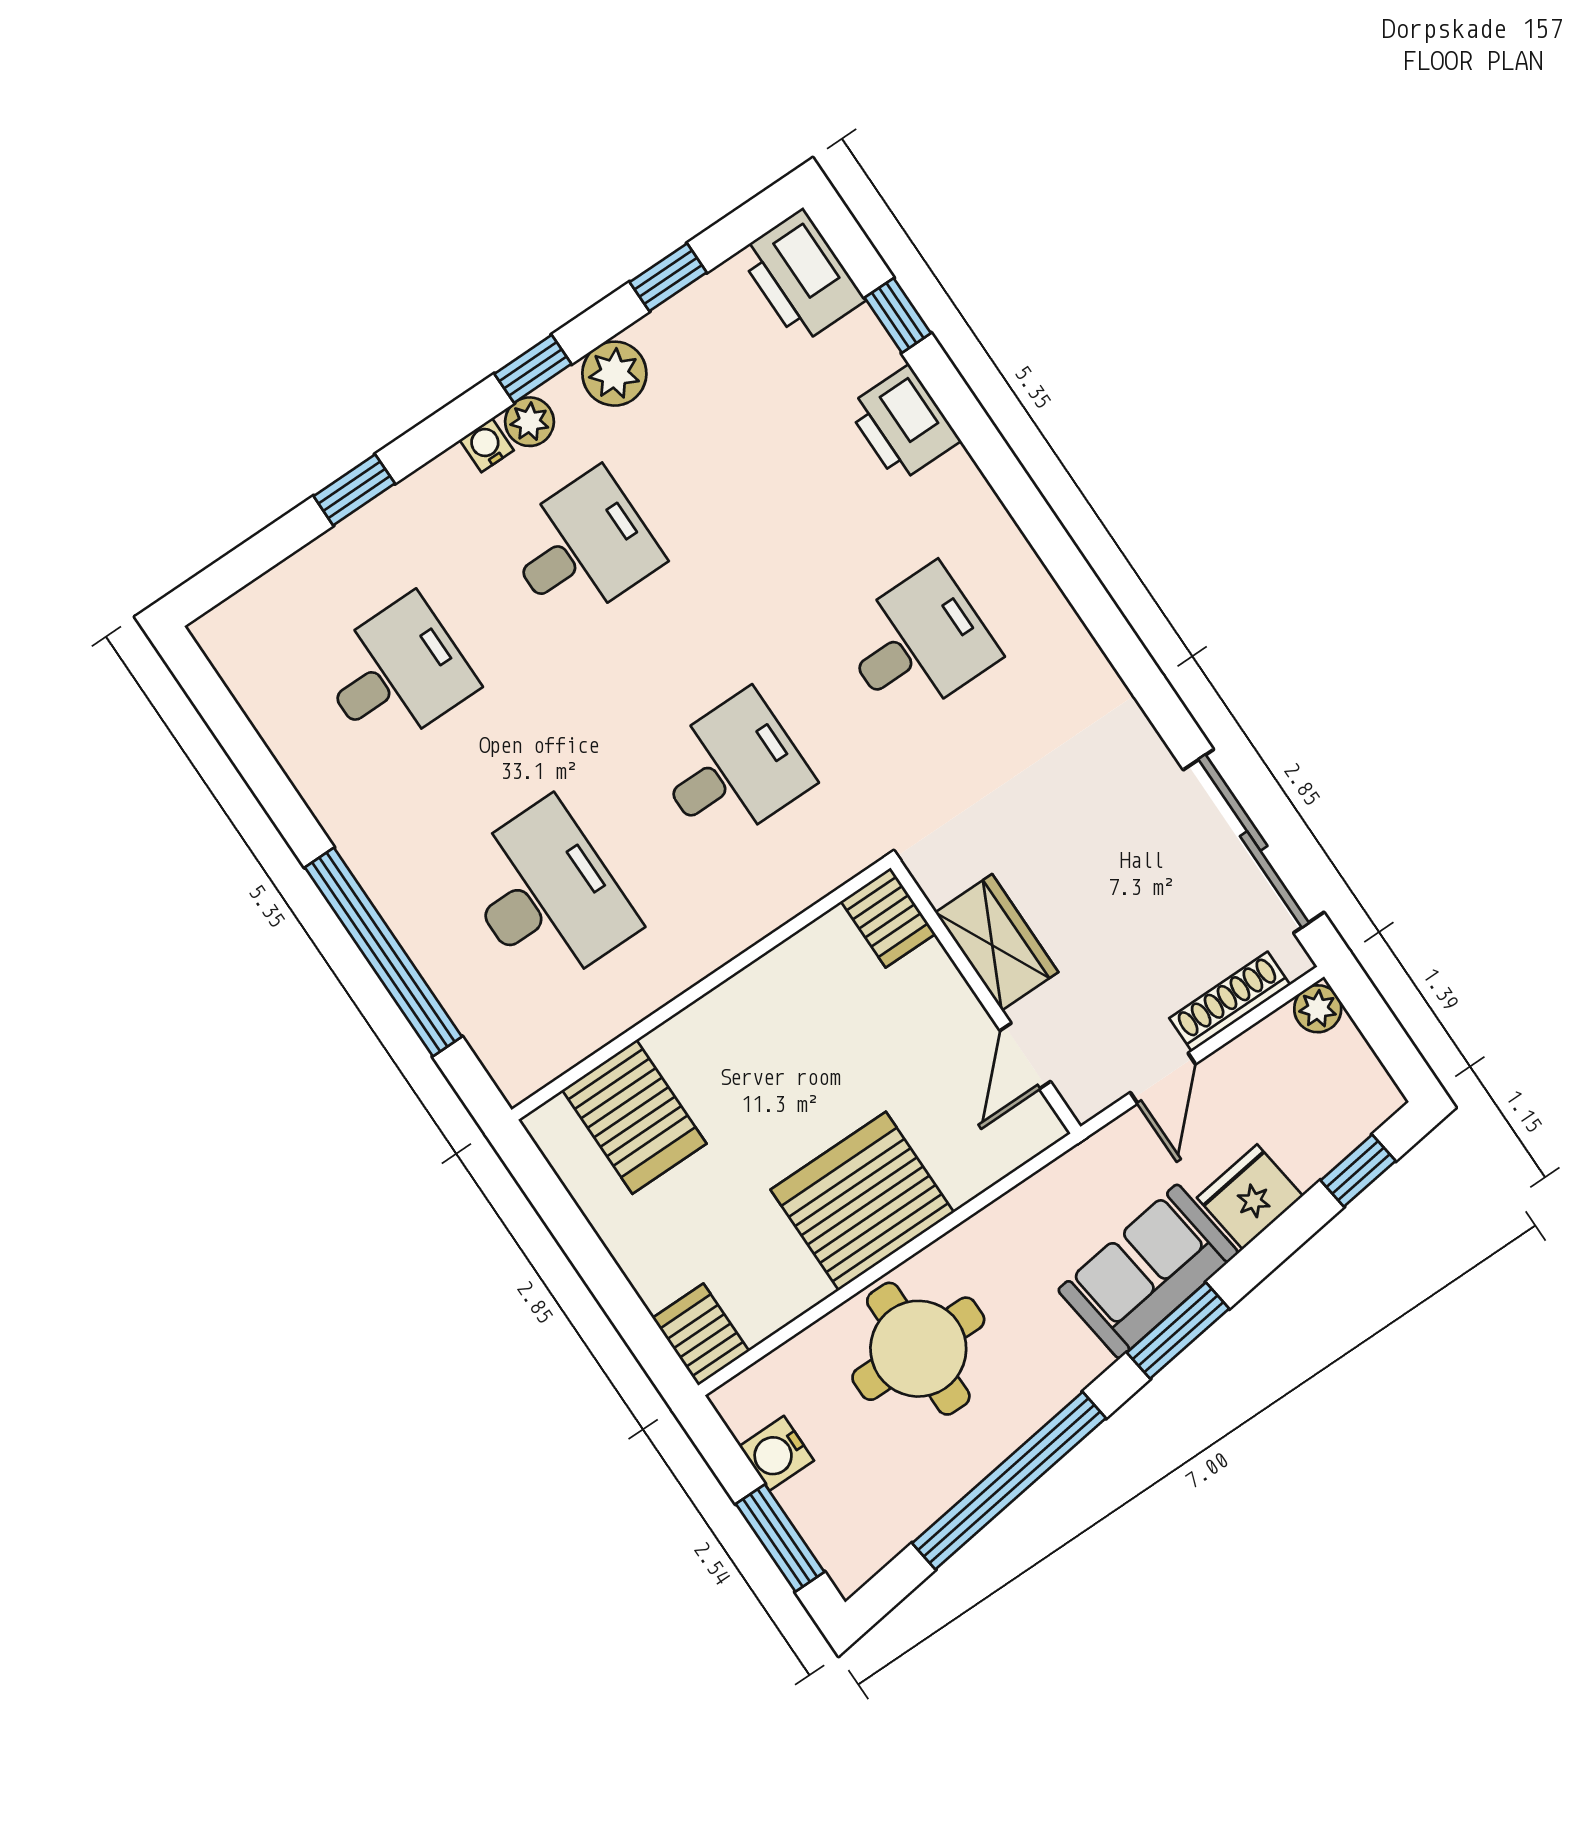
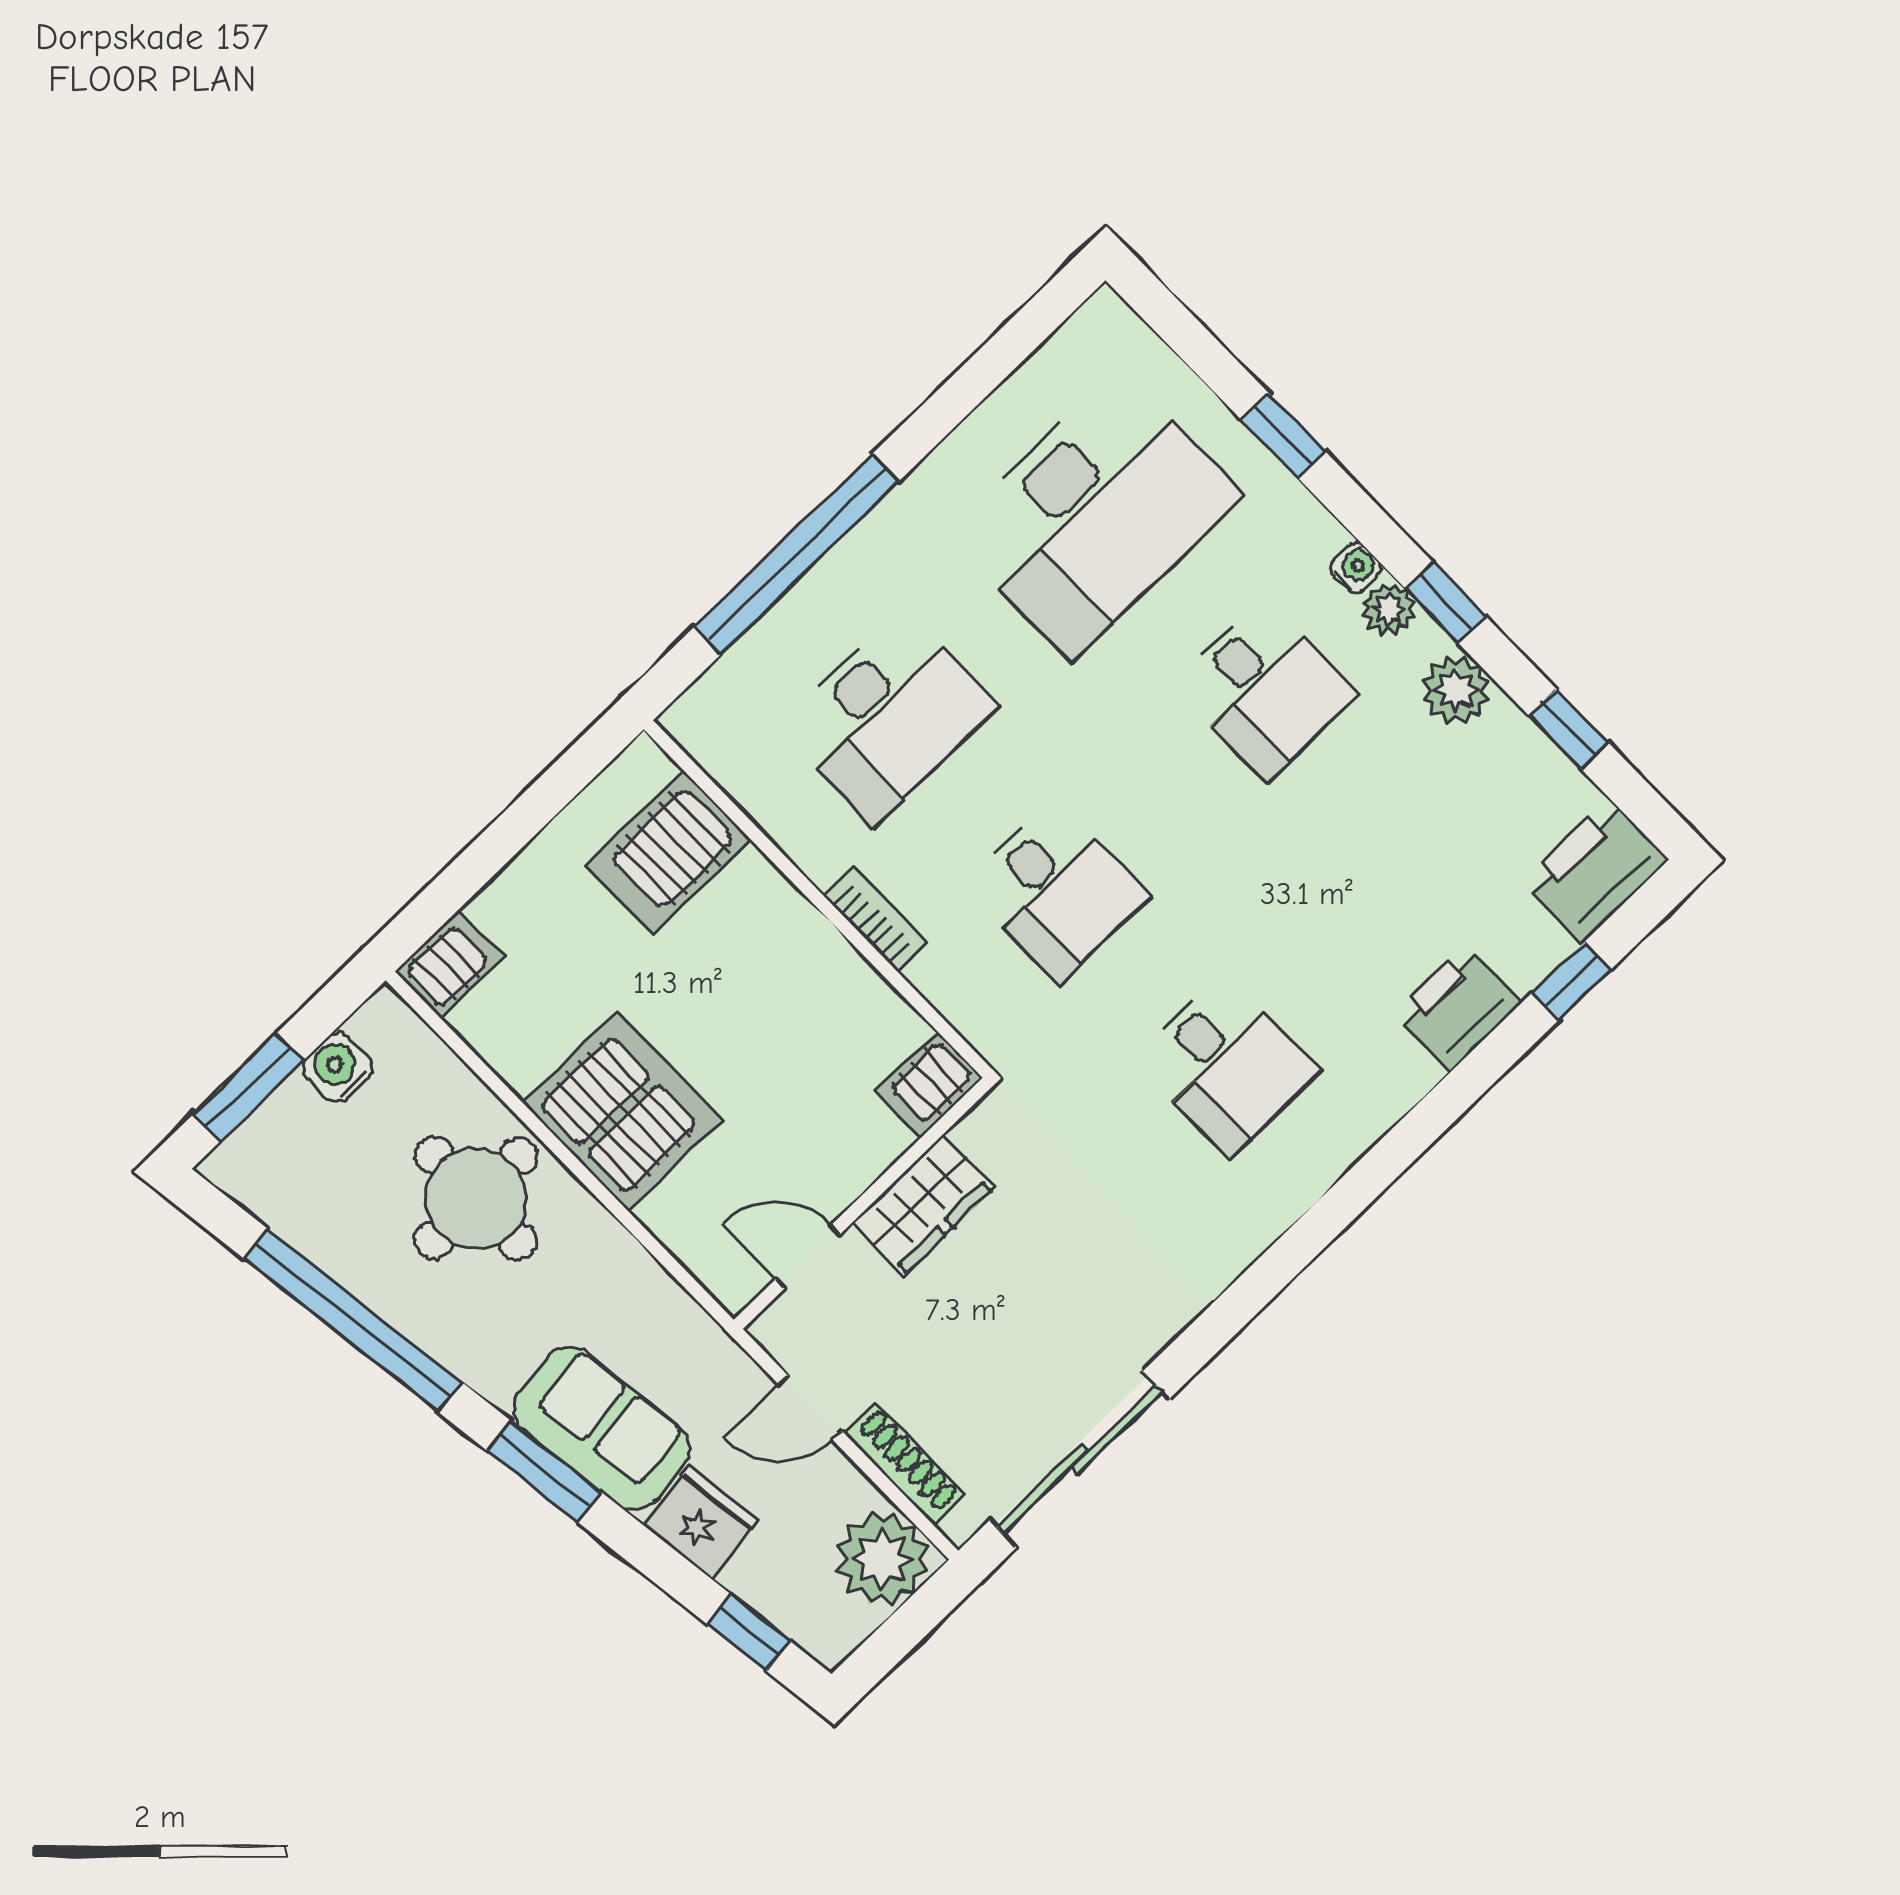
desk: (396, 674) -> (1095, 515), width x1.87, depth x1.30
bookcase: (729, 939) -> (876, 919), added
plant: (1318, 1009) -> (882, 1559), width x1.87, depth x1.87

